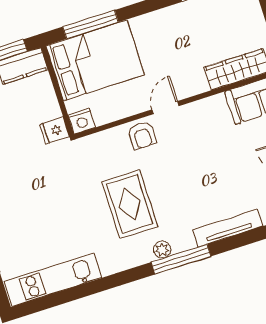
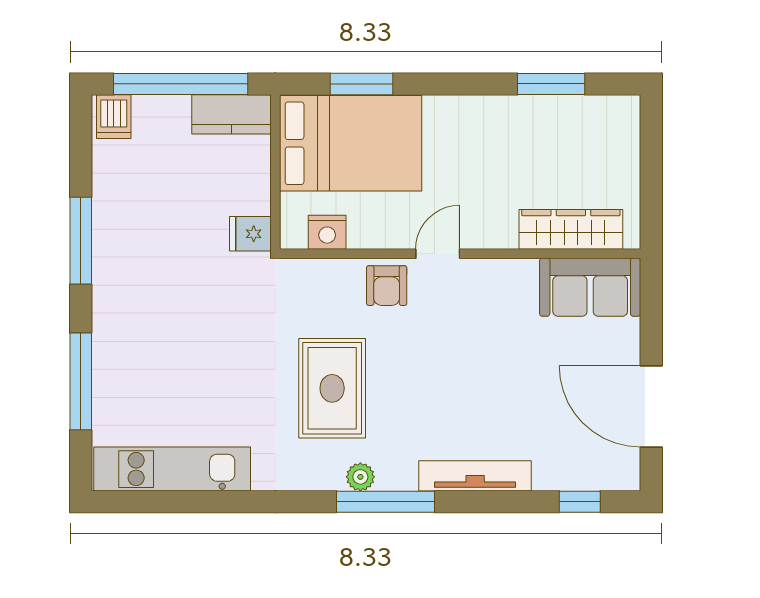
window: (91, 24) -> (362, 84), width x0.69
nightstand: (82, 121) -> (327, 232), moved

